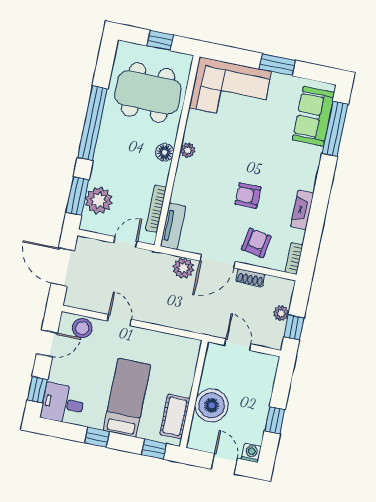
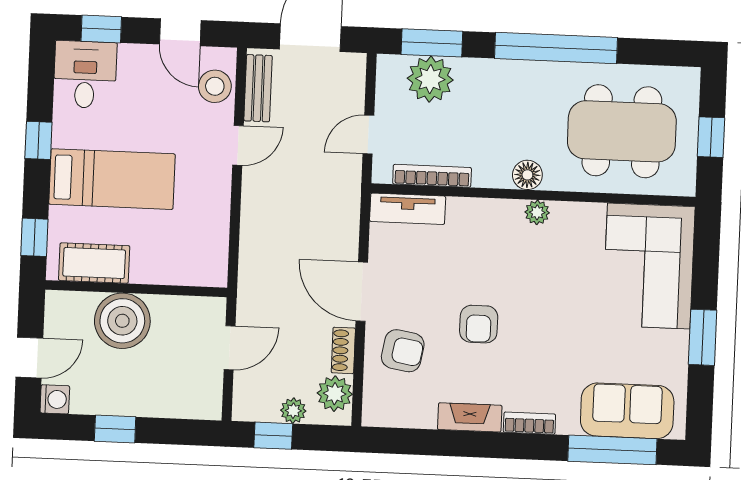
dining table: (148, 92) -> (622, 131), turned 90
armchair: (248, 195) -> (479, 324), turned 180
door: (125, 242) -> (368, 135), swing flipped
bookcase: (294, 258) -> (529, 423), moved
plant: (183, 268) -> (335, 394), moved
bench: (87, 303) -> (258, 88), added

